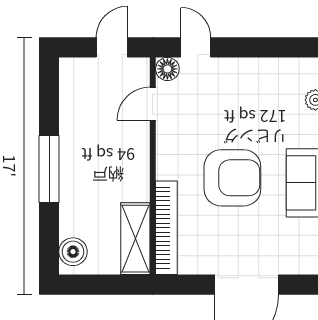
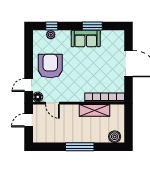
door: (112, 47) -> (29, 120), hinge flipped
armchair: (232, 178) -> (50, 66), moved
shelving: (135, 239) -> (94, 110), moved

